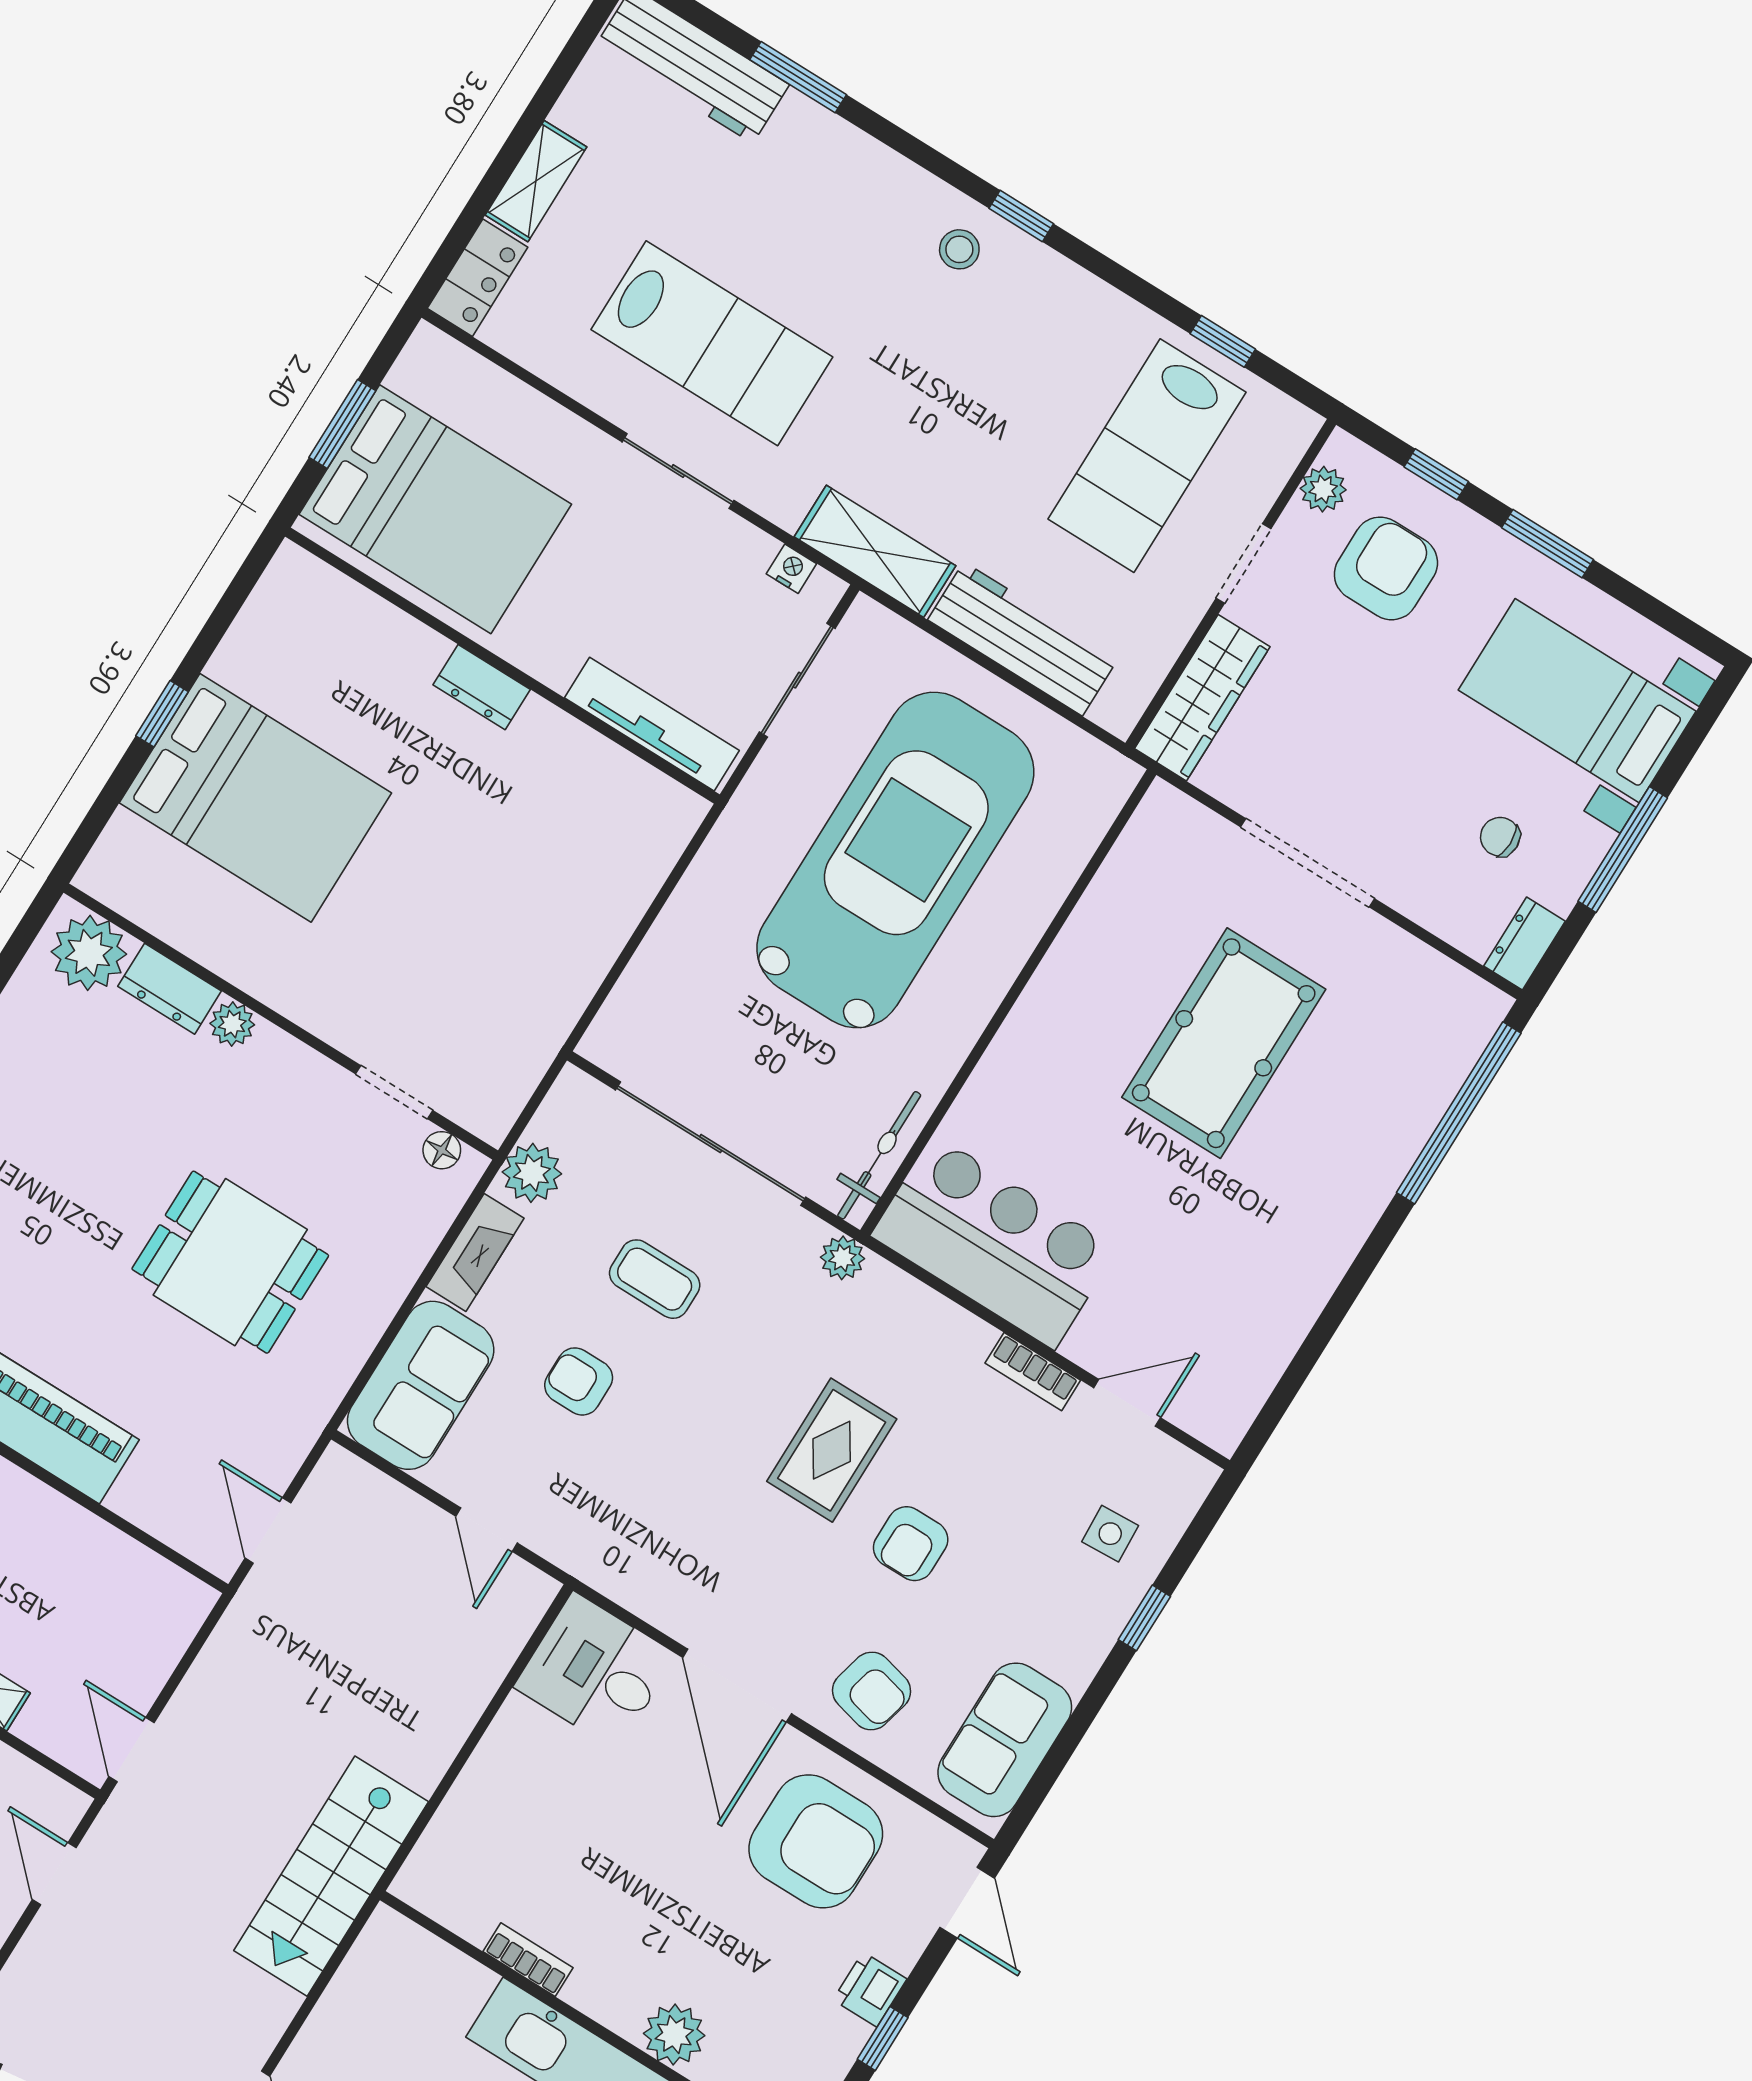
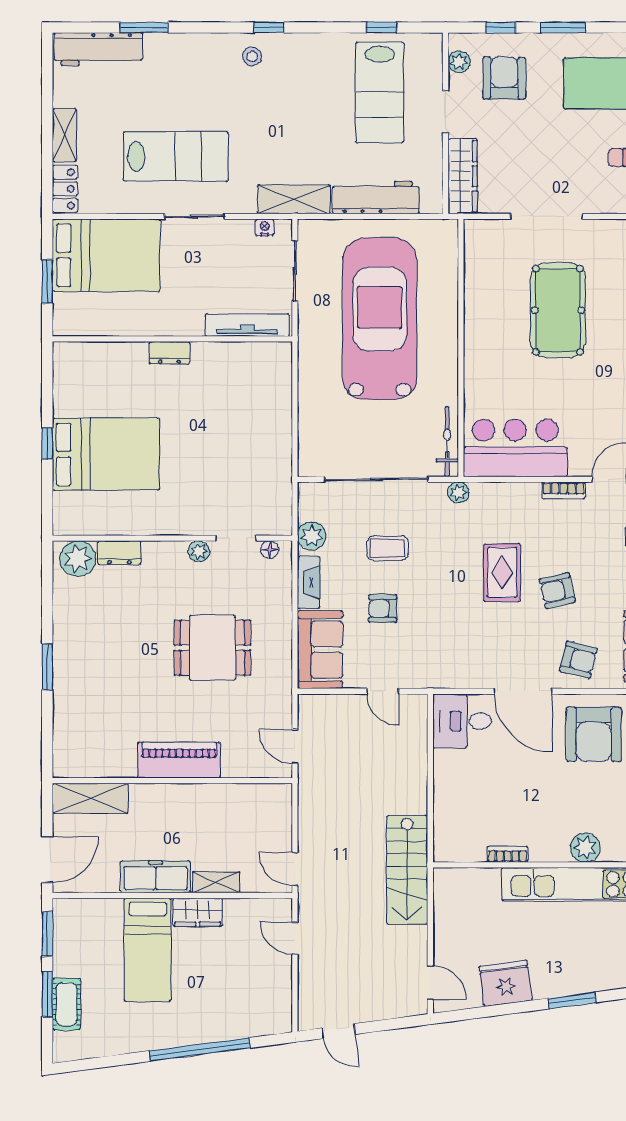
bed: (435, 509) -> (106, 255), moved
plant: (232, 1024) -> (199, 551), moved
armchair: (911, 1544) -> (557, 590), turned 77
armchair: (816, 1841) -> (594, 734), turned 90

